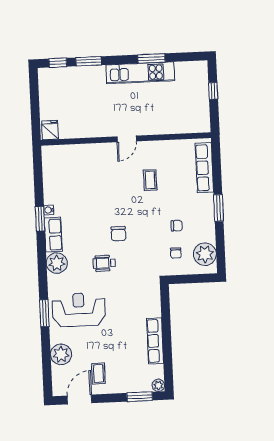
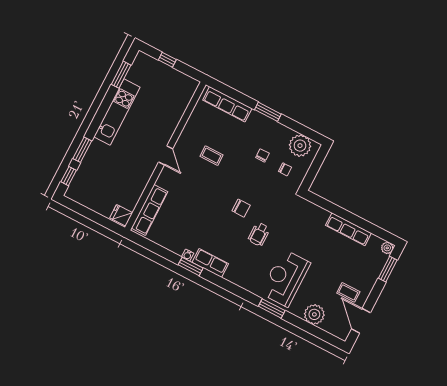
window: (151, 58) -> (121, 75), moved
row of seats: (69, 153) -> (150, 210), added
plant: (57, 263) -> (236, 274), removed

